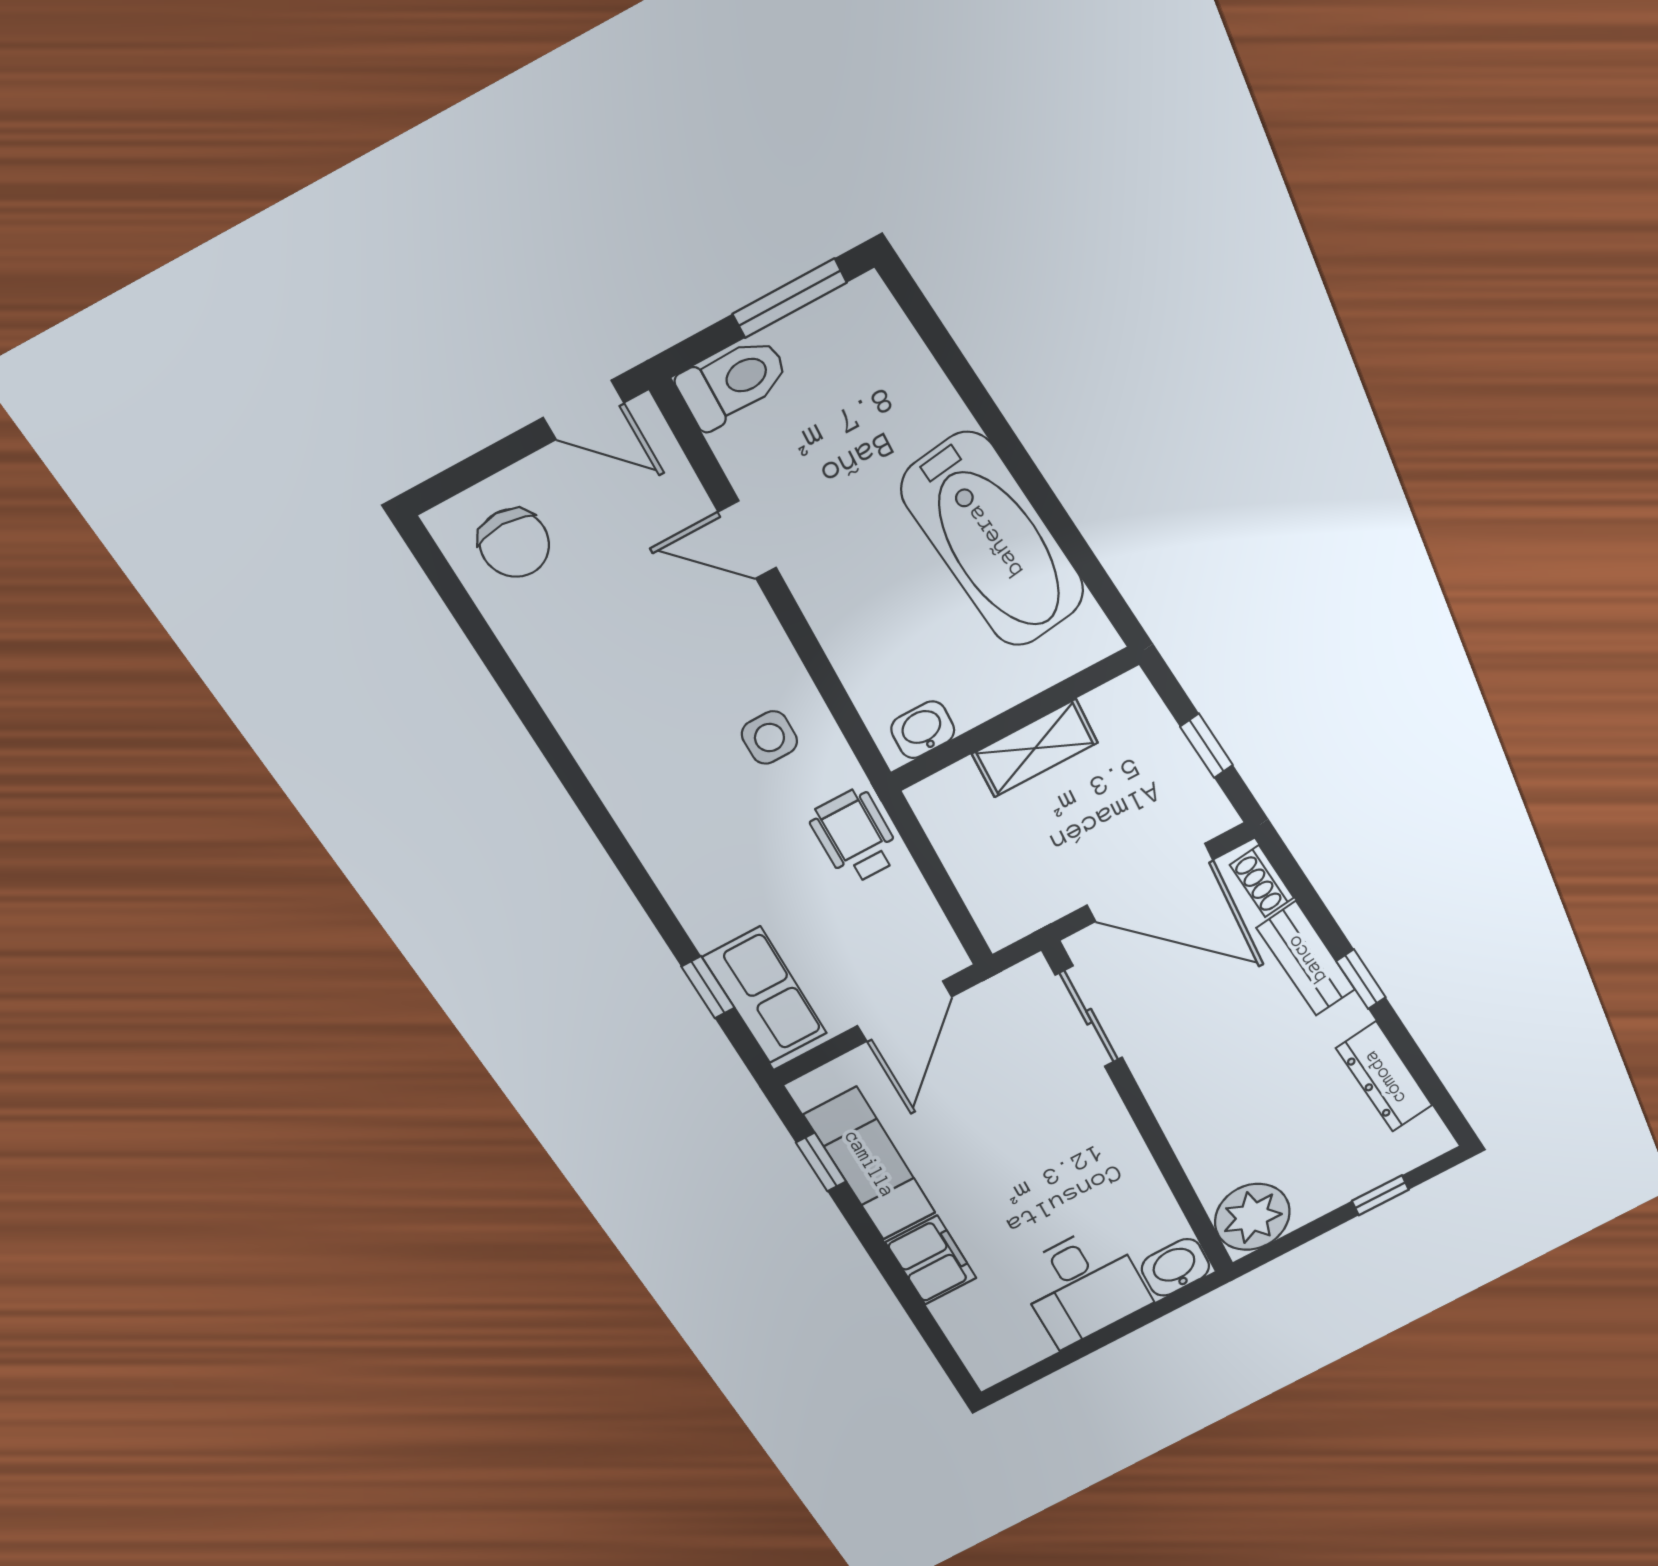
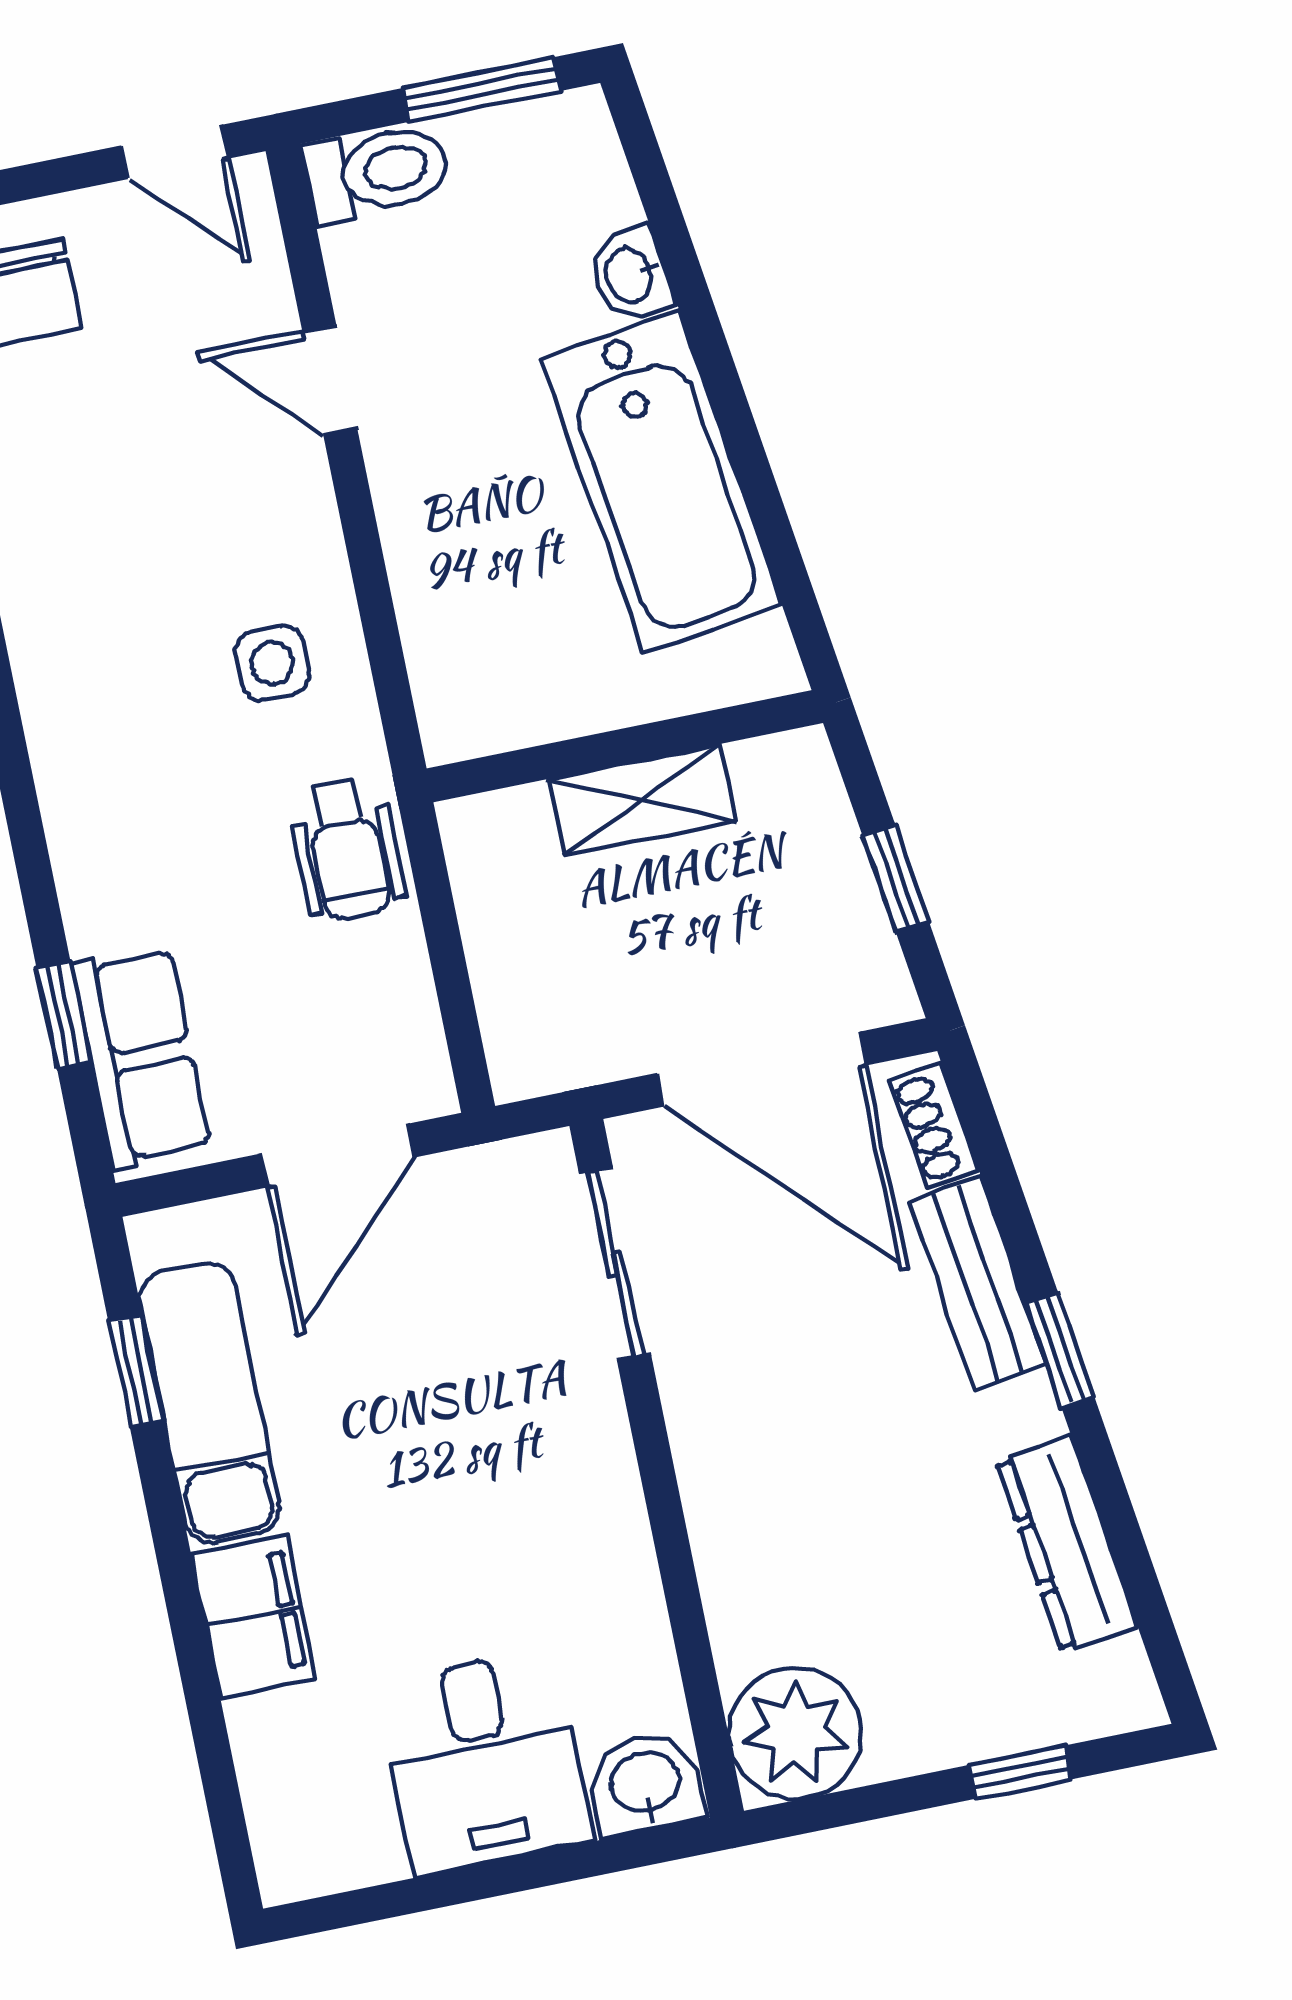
washbasin: (923, 730) -> (631, 275), moved, turned -98
wheelchair: (855, 836) -> (347, 850), turned 180

